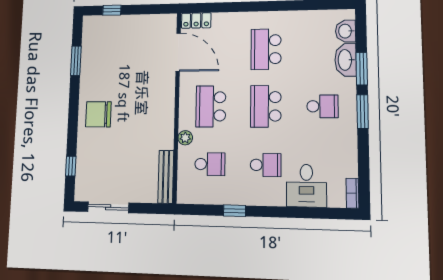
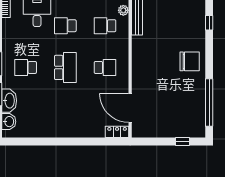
school desk: (266, 49) -> (65, 109), removed
window: (76, 61) -> (209, 103), width x2.11
school desk: (211, 106) -> (105, 67), width x0.54
plant: (185, 138) -> (123, 10), moved

